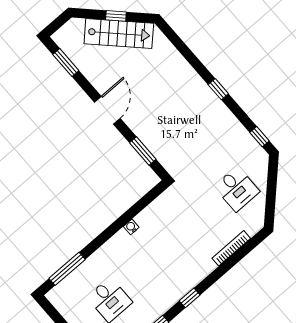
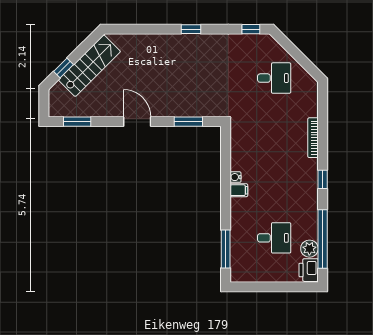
window: (116, 16) -> (64, 68), moved
filing cabinet: (123, 239) -> (239, 190), added
bookcase: (231, 248) -> (313, 138), moved

